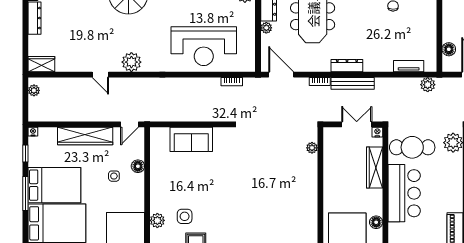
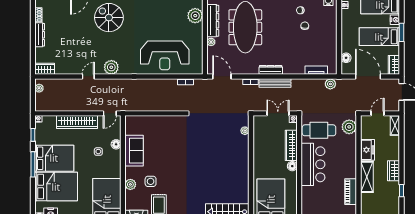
door: (100, 75) -> (88, 76), swing flipped
sofa: (191, 139) -> (134, 151), moved, turned -90
floor lamp: (376, 222) -> (292, 166), moved

